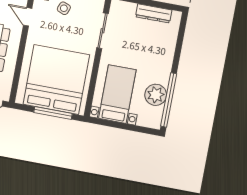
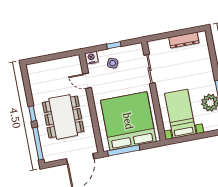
window: (53, 113) -> (124, 150), moved

